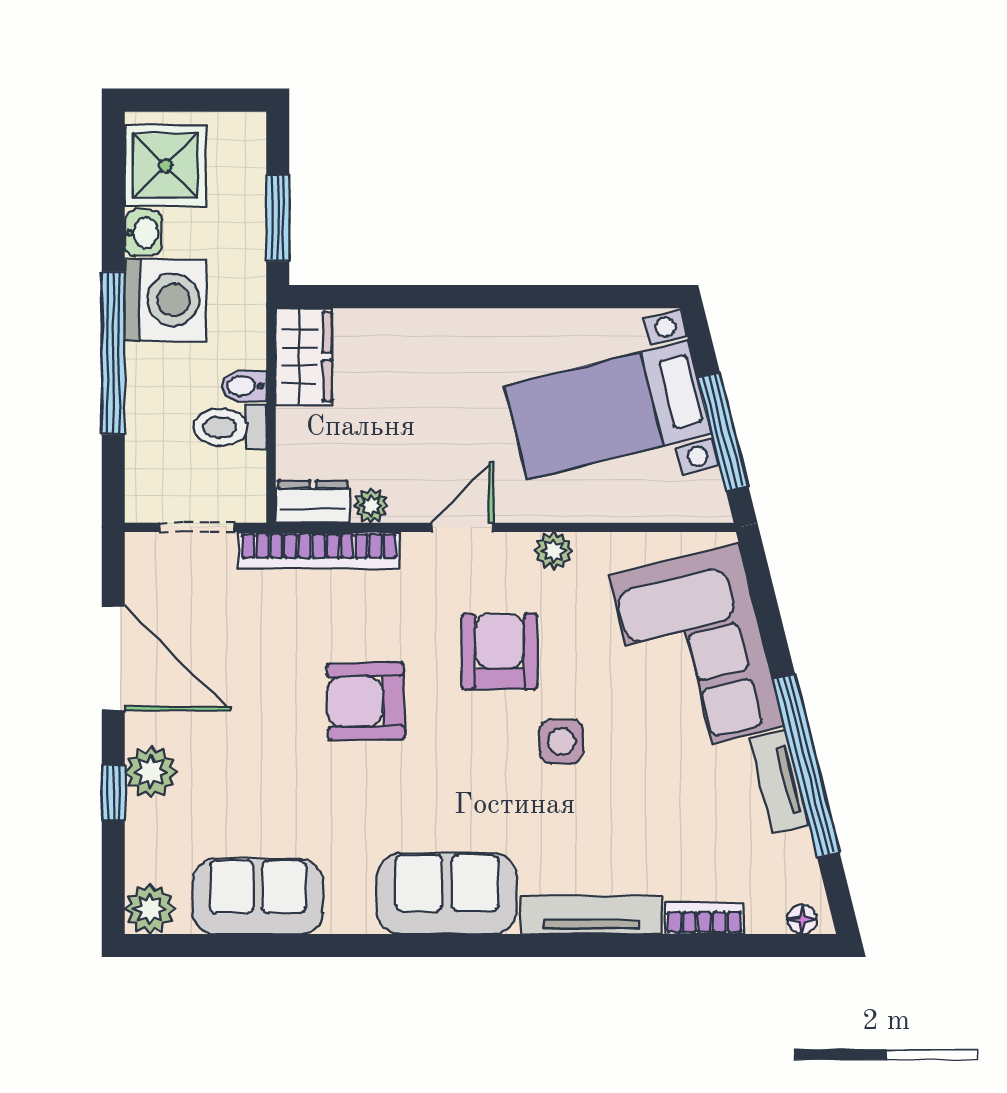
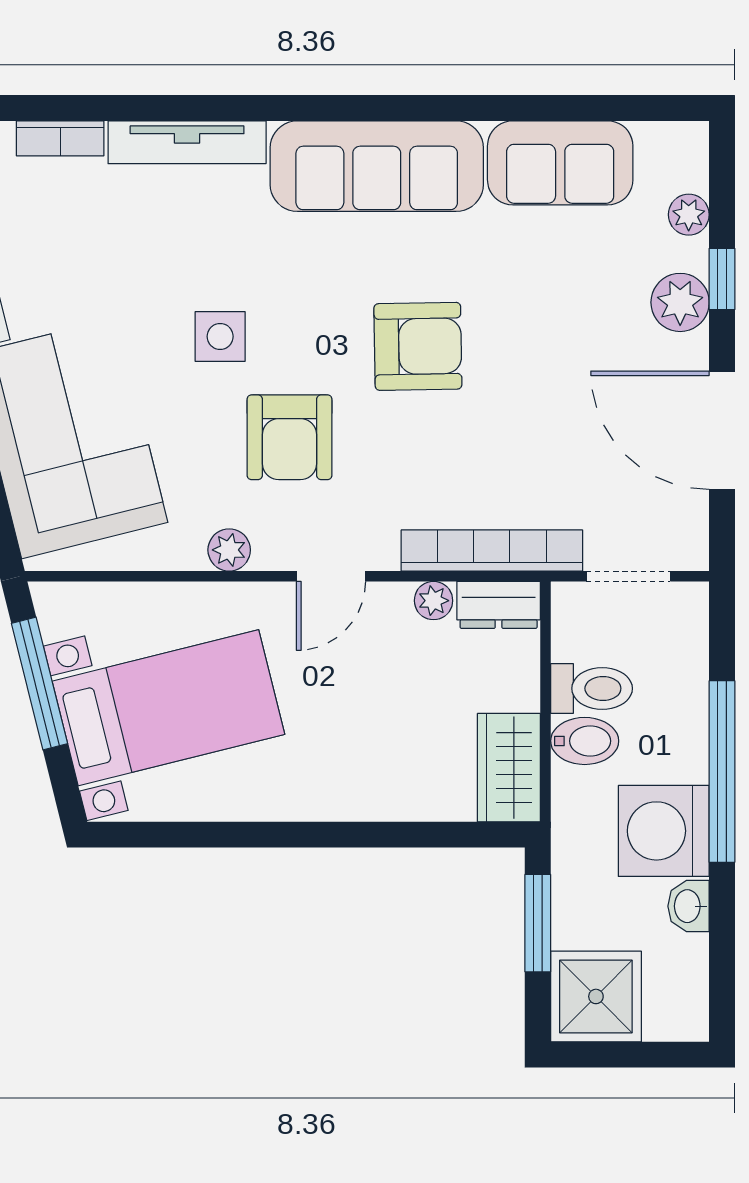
shower: (165, 166) -> (596, 996), moved
bidet: (244, 386) -> (585, 741), width x1.38, depth x1.36
armchair: (366, 701) -> (418, 346), moved
sofa: (447, 894) -> (377, 166), width x1.36
plant: (150, 909) -> (689, 215), moved, width x0.73, depth x0.73

